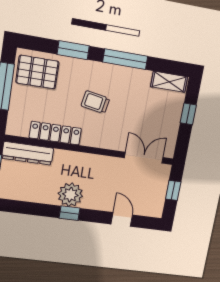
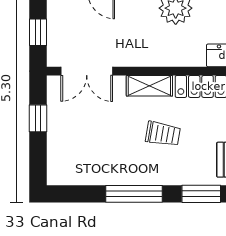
shelving: (169, 82) -> (149, 86), moved
window: (188, 114) -> (38, 118), moved

